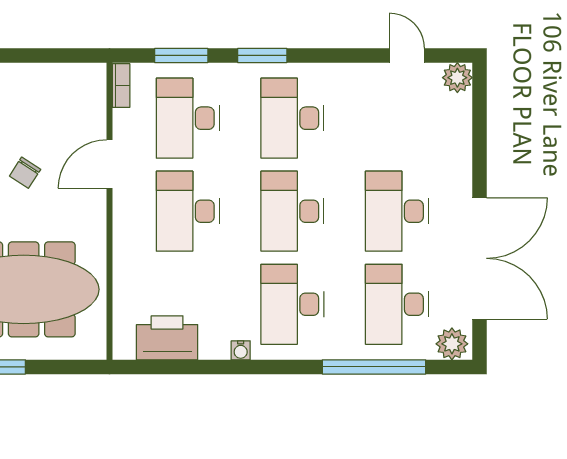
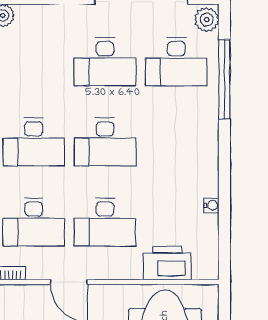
desk: (292, 304) -> (176, 142), removed
printer: (167, 338) -> (167, 263), moved, turned 90
water cooler: (241, 350) -> (212, 205), moved

